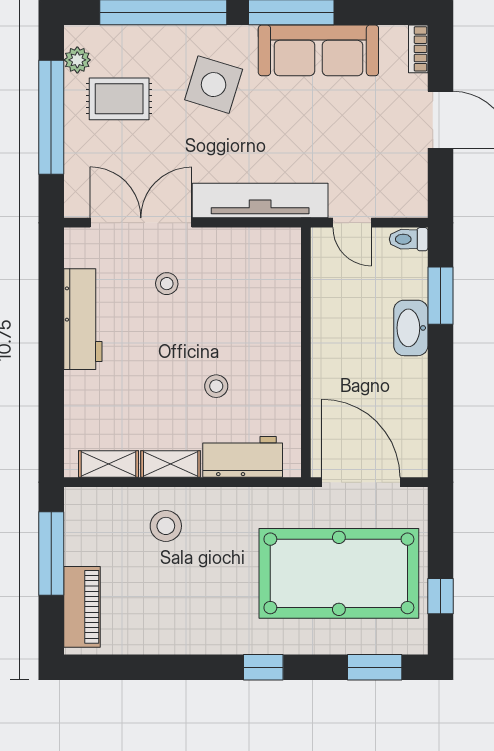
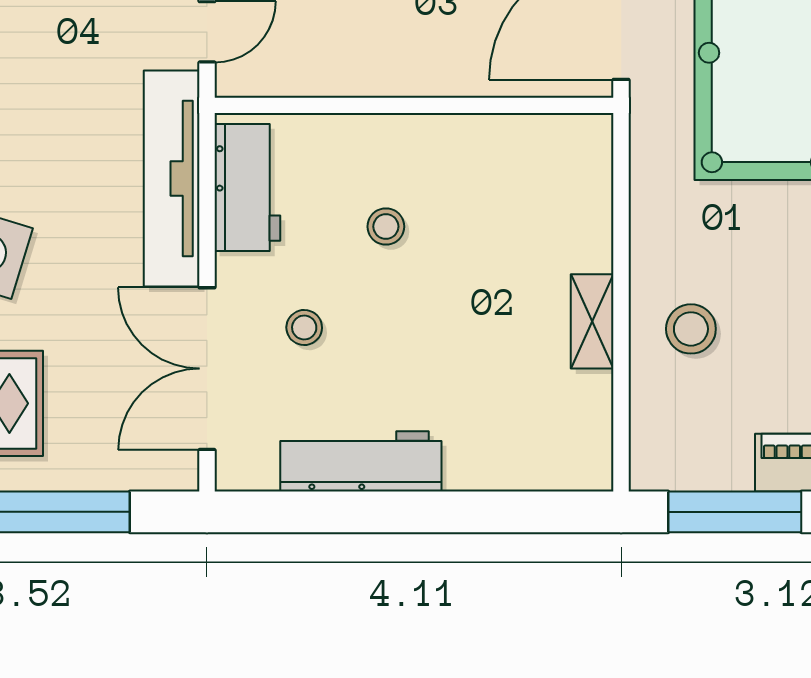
stool: (216, 386) -> (386, 227), moved
workbench: (243, 457) -> (247, 187), moved, turned 180
shelving: (109, 464) -> (592, 420), removed

